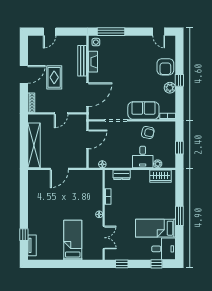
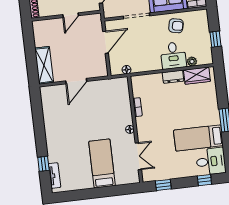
shelving: (34, 145) -> (44, 65), width x0.68
dresser: (122, 175) -> (173, 77), moved

